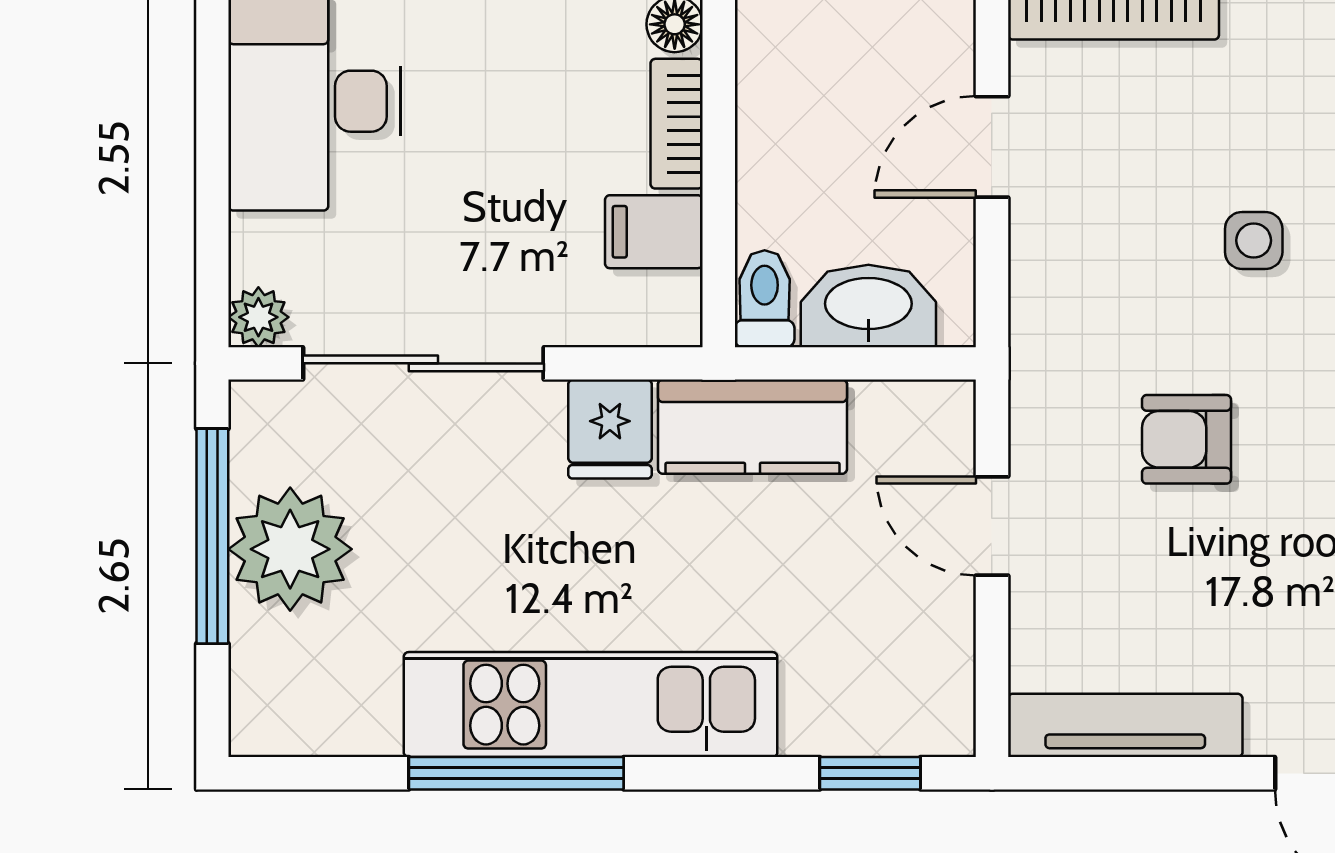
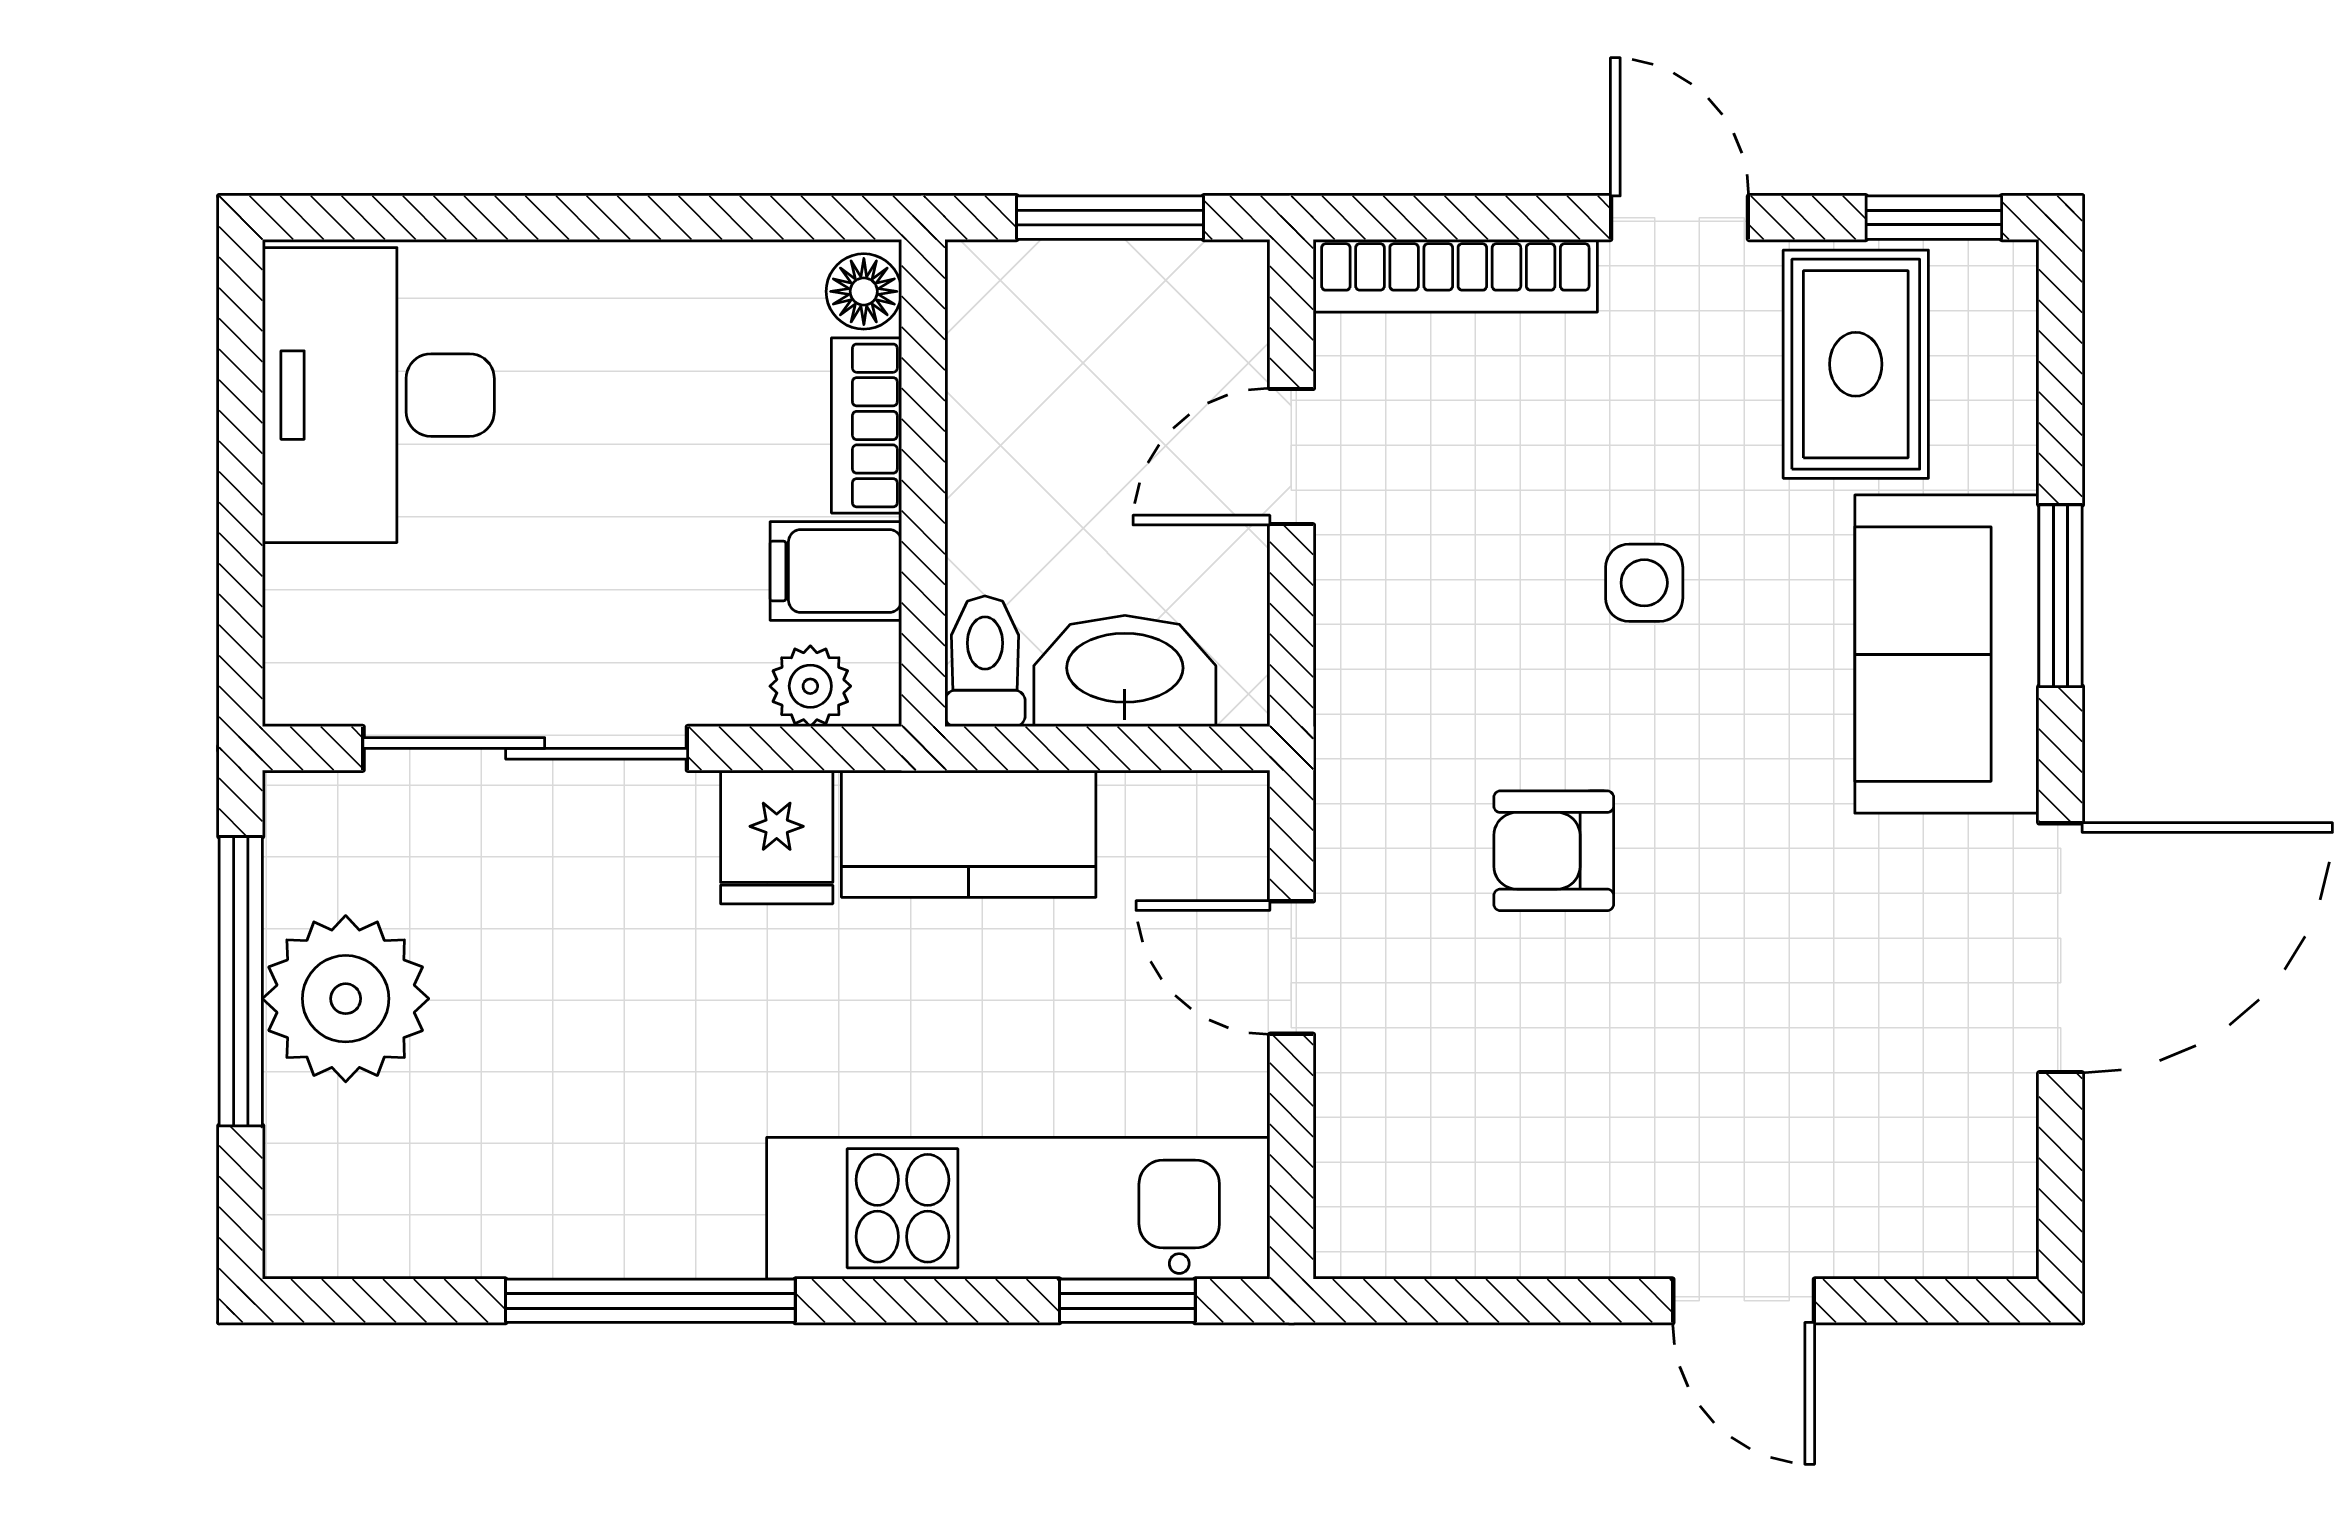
plant: (258, 317) -> (810, 686), moved
kitchen unit: (591, 705) -> (1018, 1208), moved
tv unit: (1125, 725) -> (1471, 1236), removed

